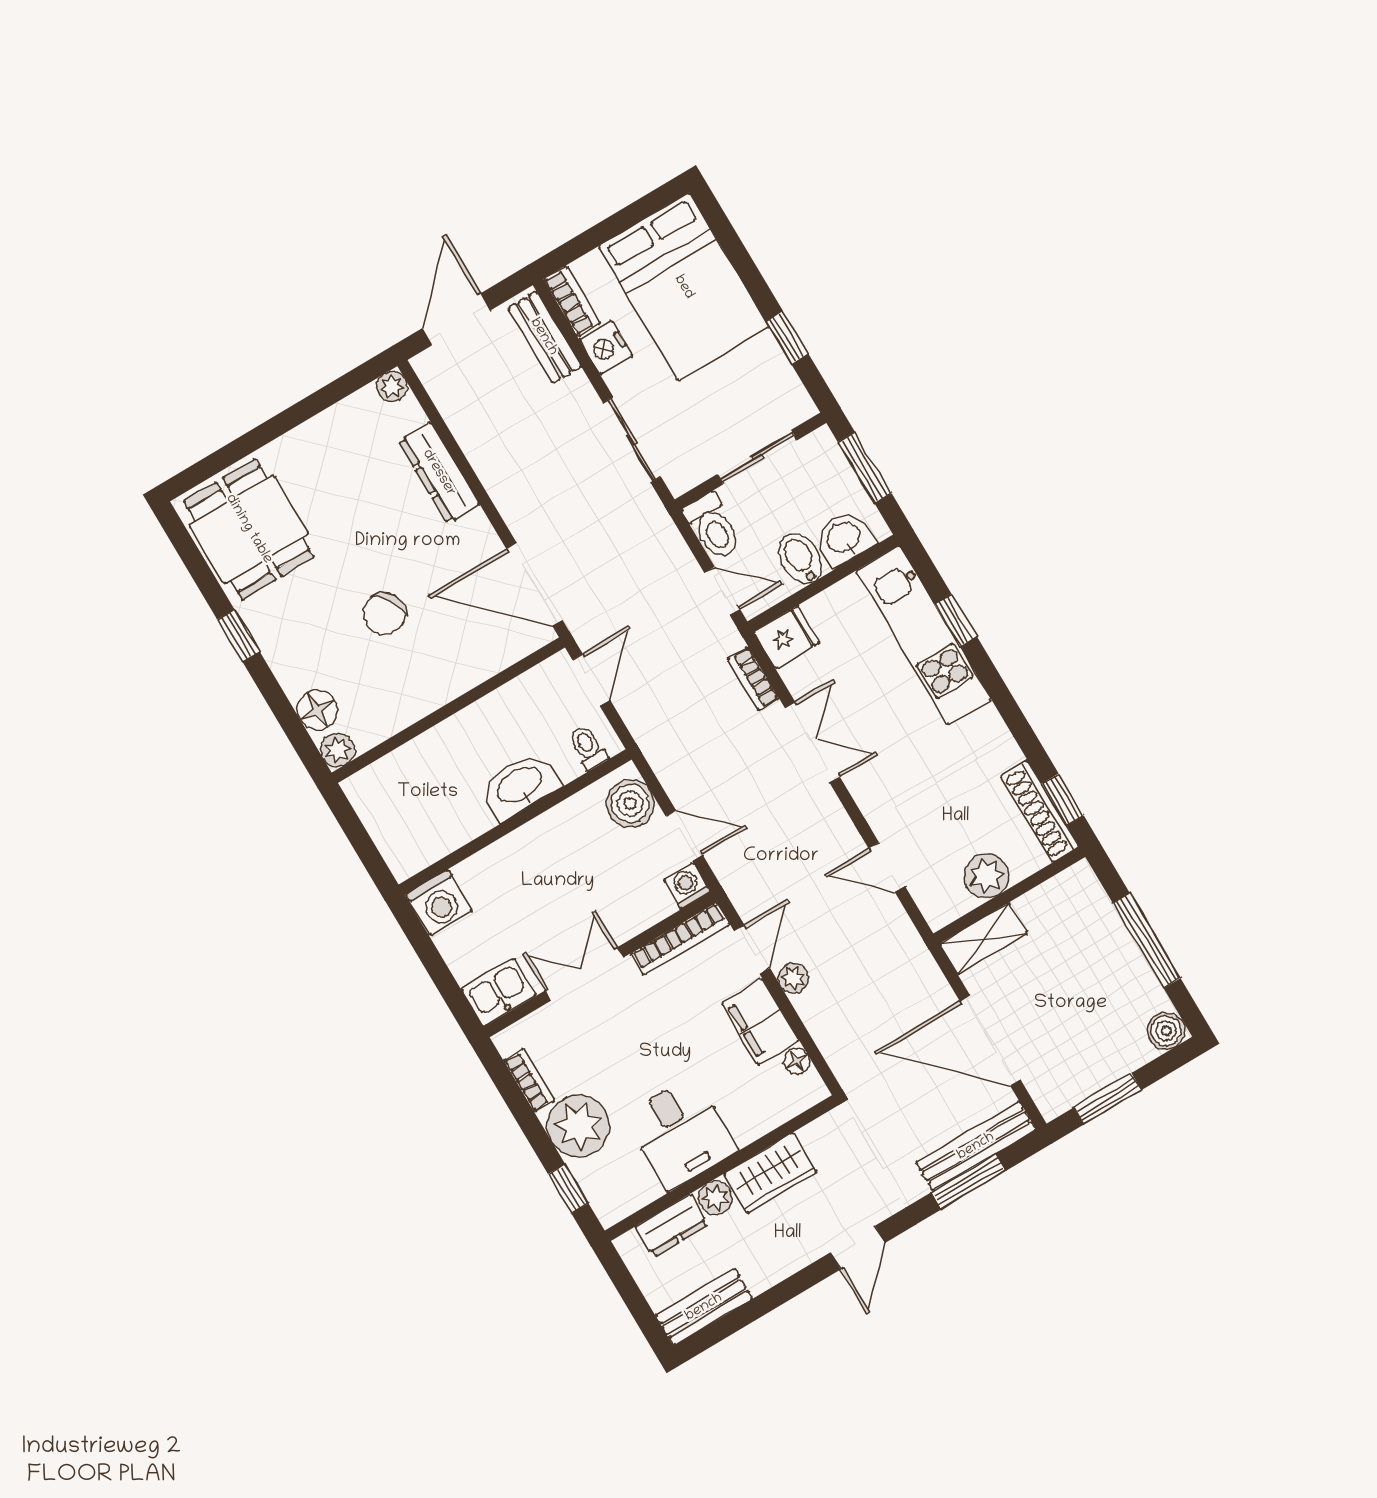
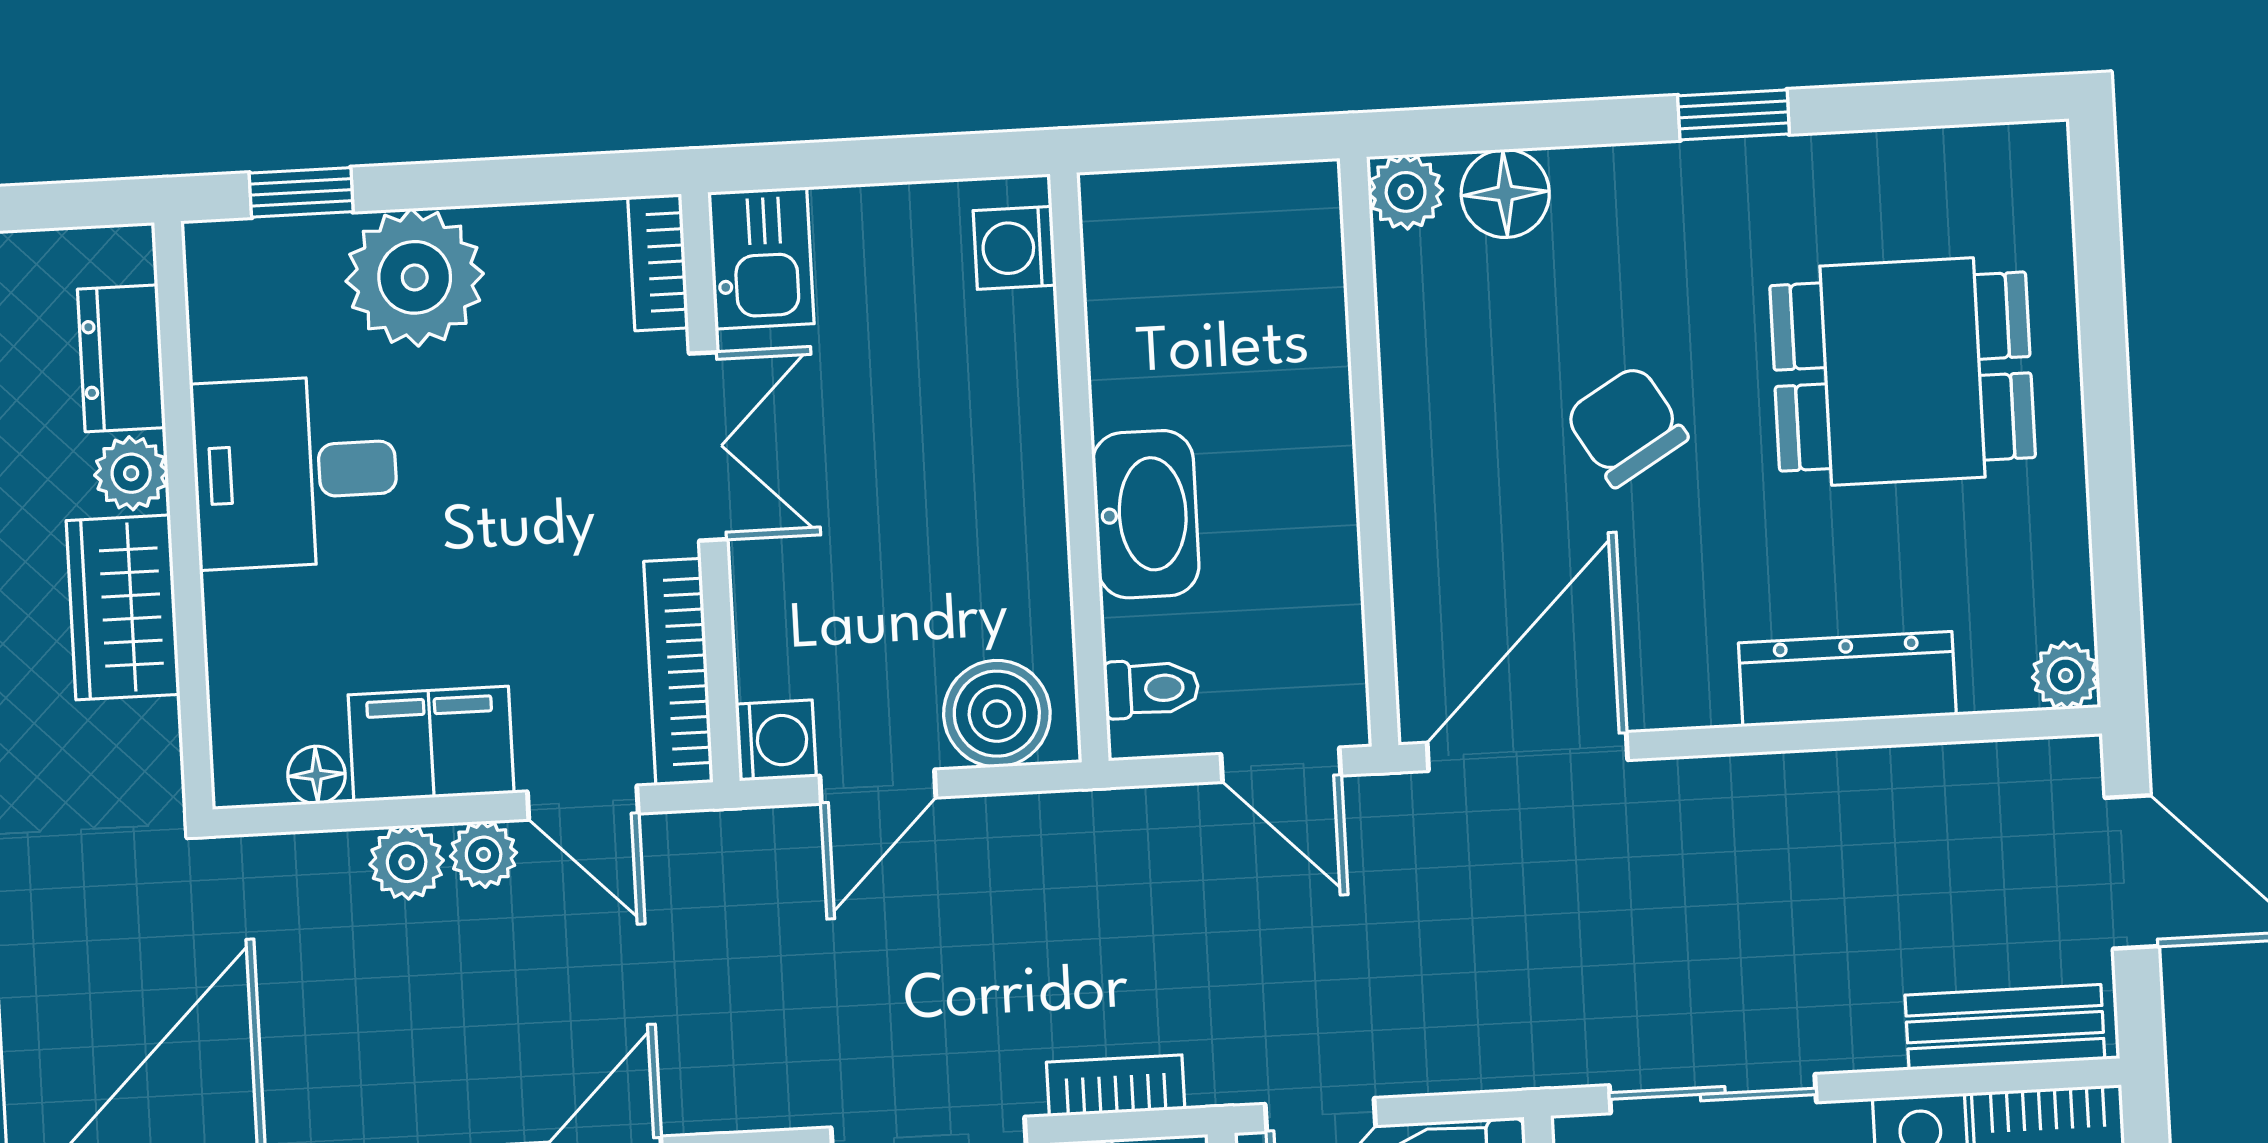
dining table: (249, 529) -> (1903, 372), moved
washing machine: (439, 903) -> (1015, 248), width x0.73, depth x0.73
plant: (813, 1007) -> (407, 862), added
bookcase: (529, 1080) -> (658, 262), moved, turned 90

